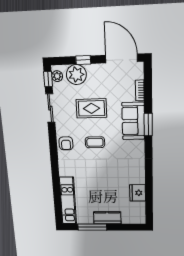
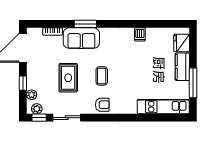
plant: (76, 75) -> (32, 95), width x0.53, depth x0.53
dishwasher: (138, 179) -> (140, 34), added
fridge: (137, 193) -> (182, 43), moved, turned 90

